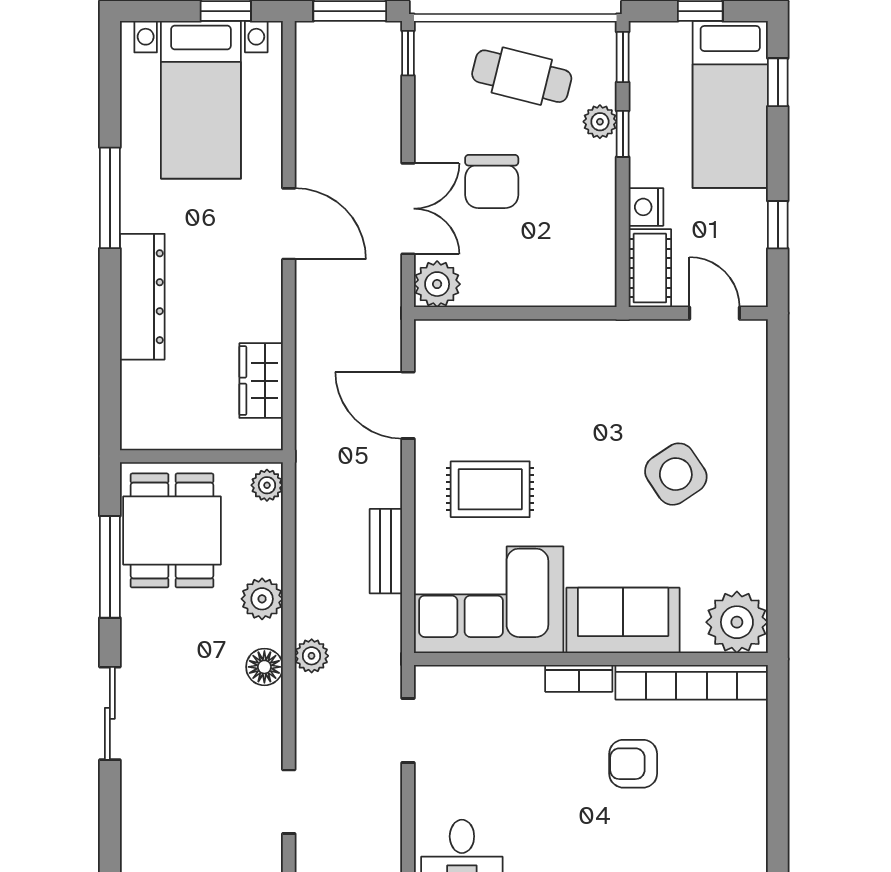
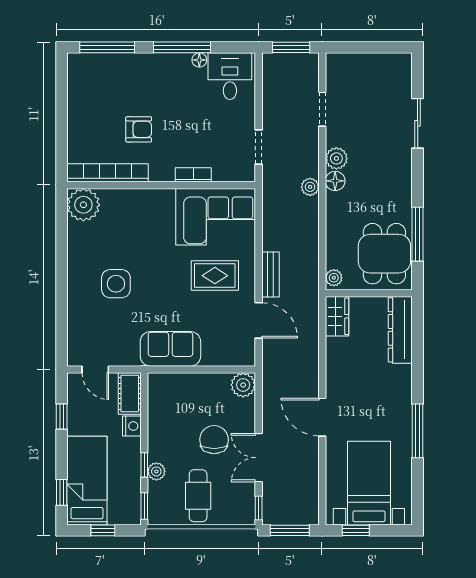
cafe table: (522, 76) -> (198, 496), turned 76
double door: (408, 209) -> (259, 458), moved
dresser: (142, 297) -> (400, 330), moved
wardrobe: (261, 381) -> (337, 316), moved
side table: (676, 474) -> (116, 284), turned 34
bench: (386, 551) -> (270, 274), moved
plant: (262, 599) -> (336, 158), moved
sofa: (623, 620) -> (170, 349), moved, turned 180
bookcase: (579, 678) -> (193, 175), moved
sliding door: (110, 713) -> (418, 123), moved

